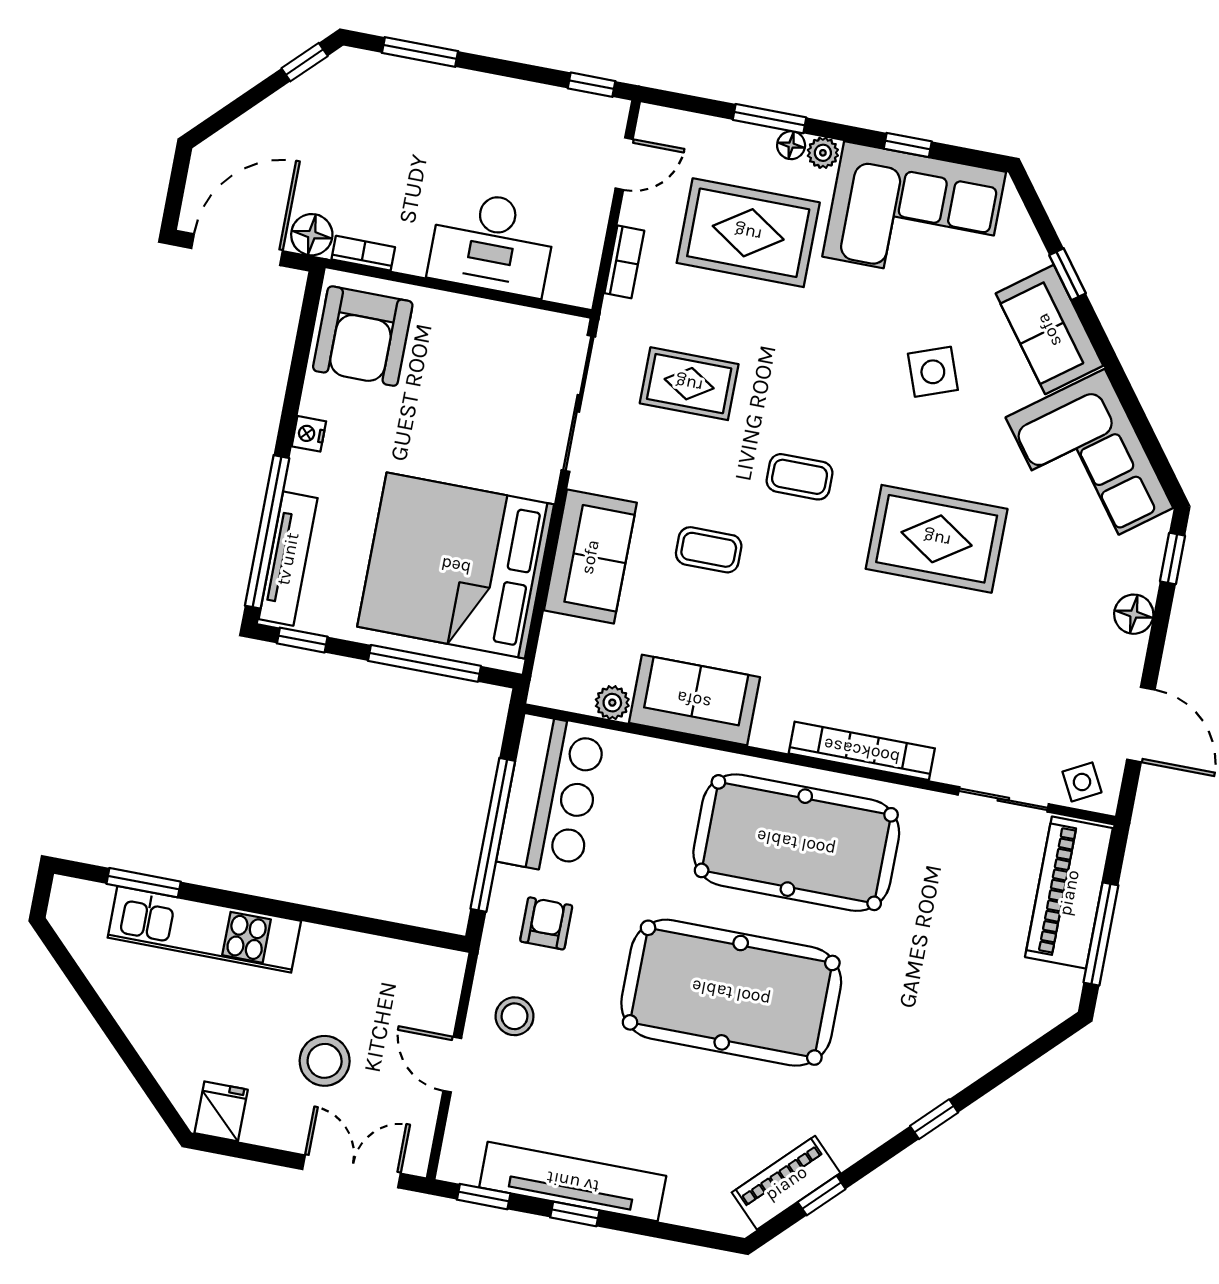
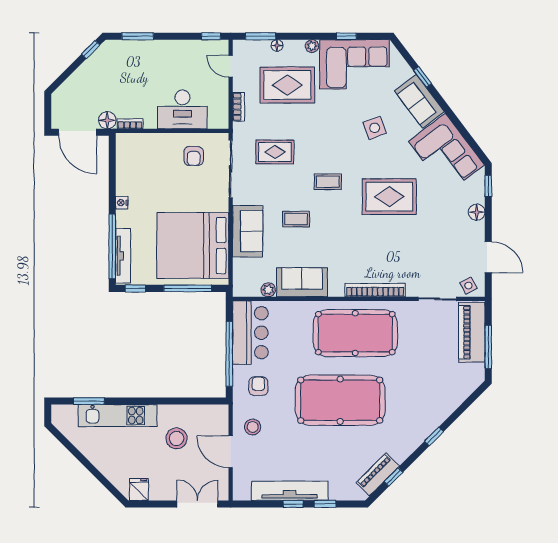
window: (769, 119) -> (261, 36), moved
floor lamp: (791, 145) -> (277, 45), moved
door: (624, 164) -> (231, 66), swing flipped
door: (237, 250) -> (78, 132), swing flipped
armchair: (363, 336) -> (194, 156), moved, width x0.53, depth x0.53
stool: (325, 1061) -> (177, 438), moved
door: (452, 1064) -> (231, 452), width x1.38
window: (484, 1197) -> (325, 504), moved

